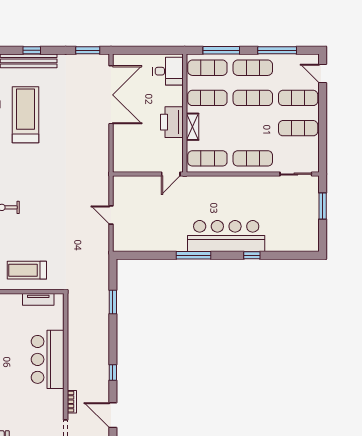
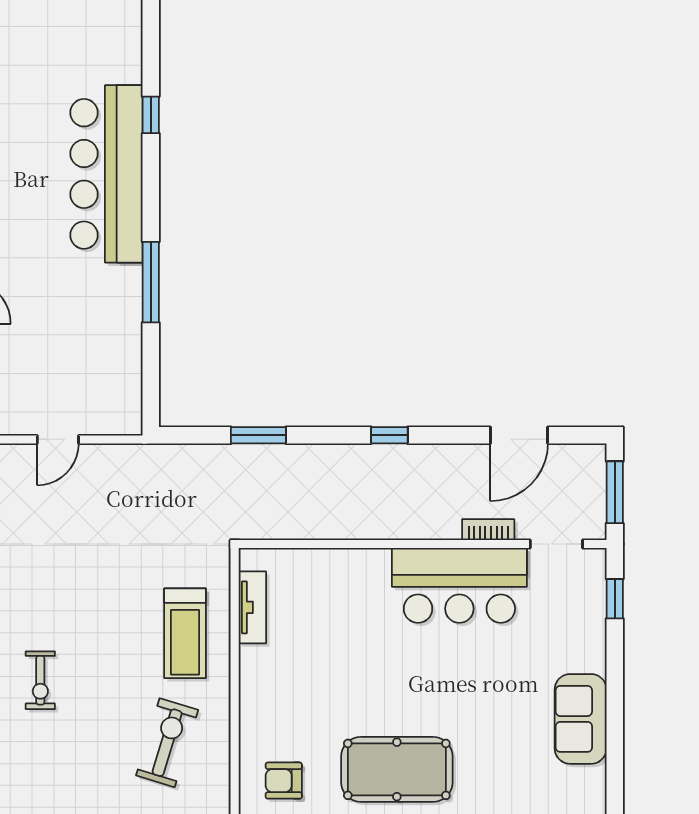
window: (193, 255) -> (151, 282), moved
bar counter: (48, 359) -> (459, 585), moved
window: (113, 372) -> (389, 435), moved

